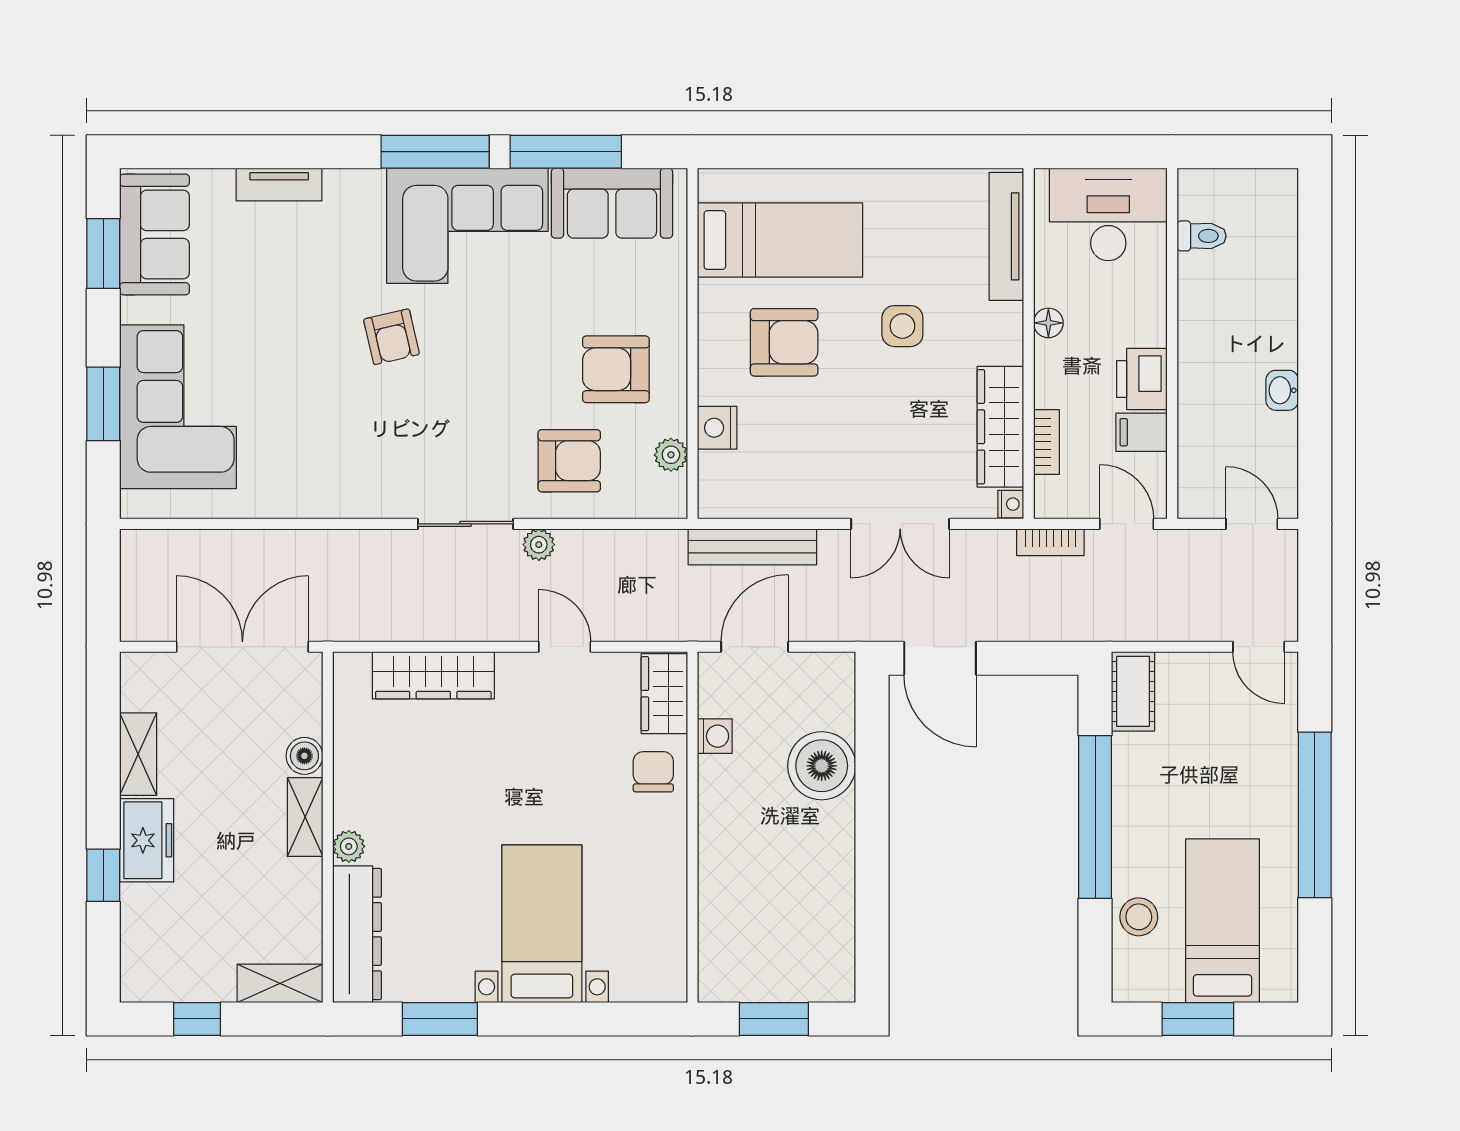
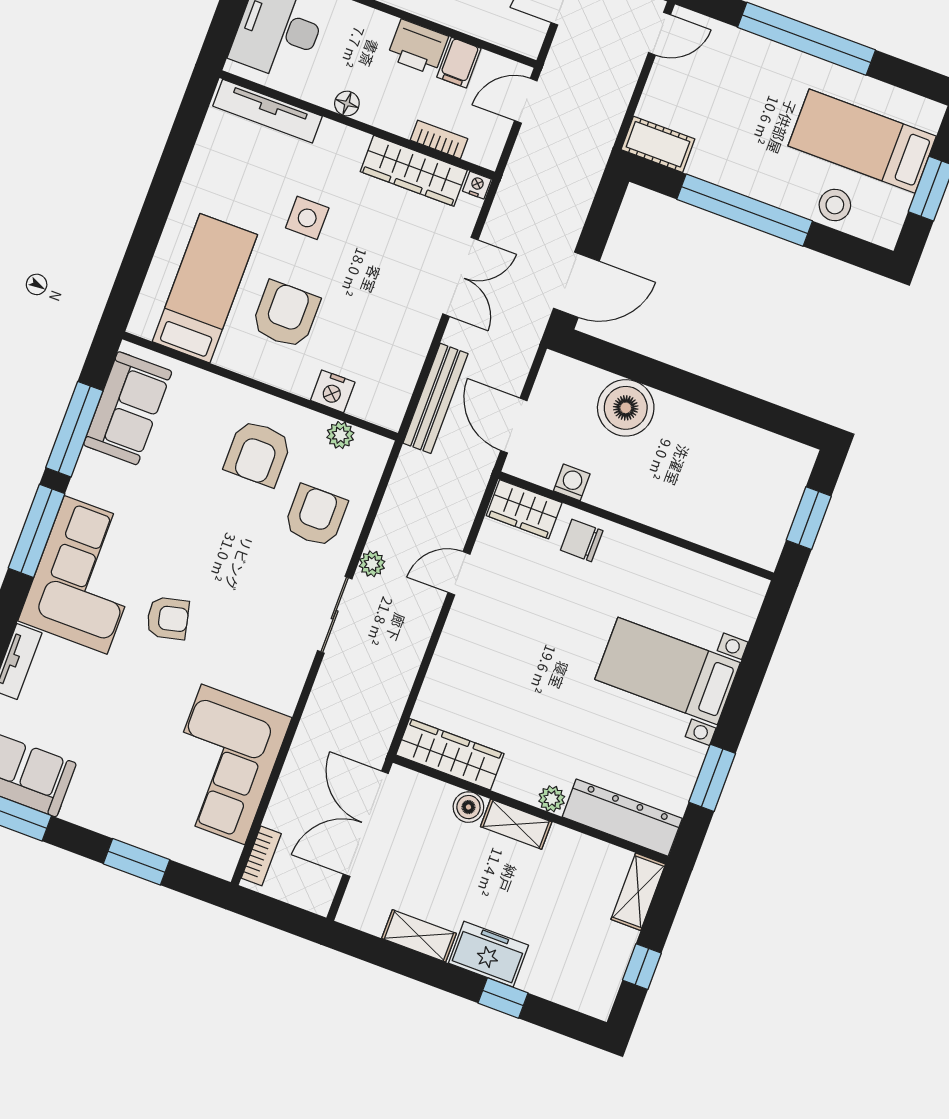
corner sofa: (467, 226) -> (86, 575), moved
corner sofa: (178, 407) -> (223, 764), moved, turned -90
bookcase: (1050, 542) -> (261, 856), moved
wardrobe: (433, 675) -> (450, 754), moved, turned -90

